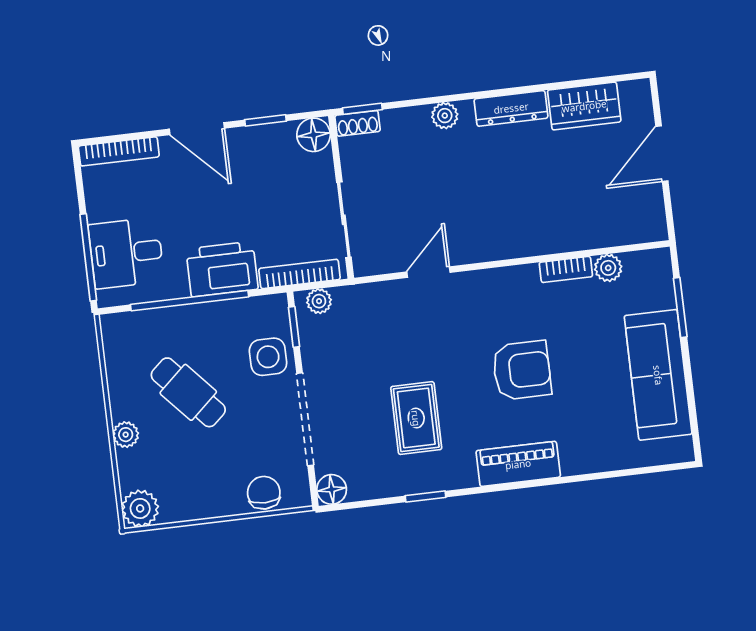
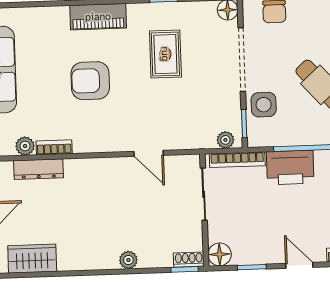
dresser: (511, 108) -> (39, 169), moved, turned 180
door: (197, 129) -> (299, 265), width x0.73
door: (428, 272) -> (149, 153), hinge flipped

